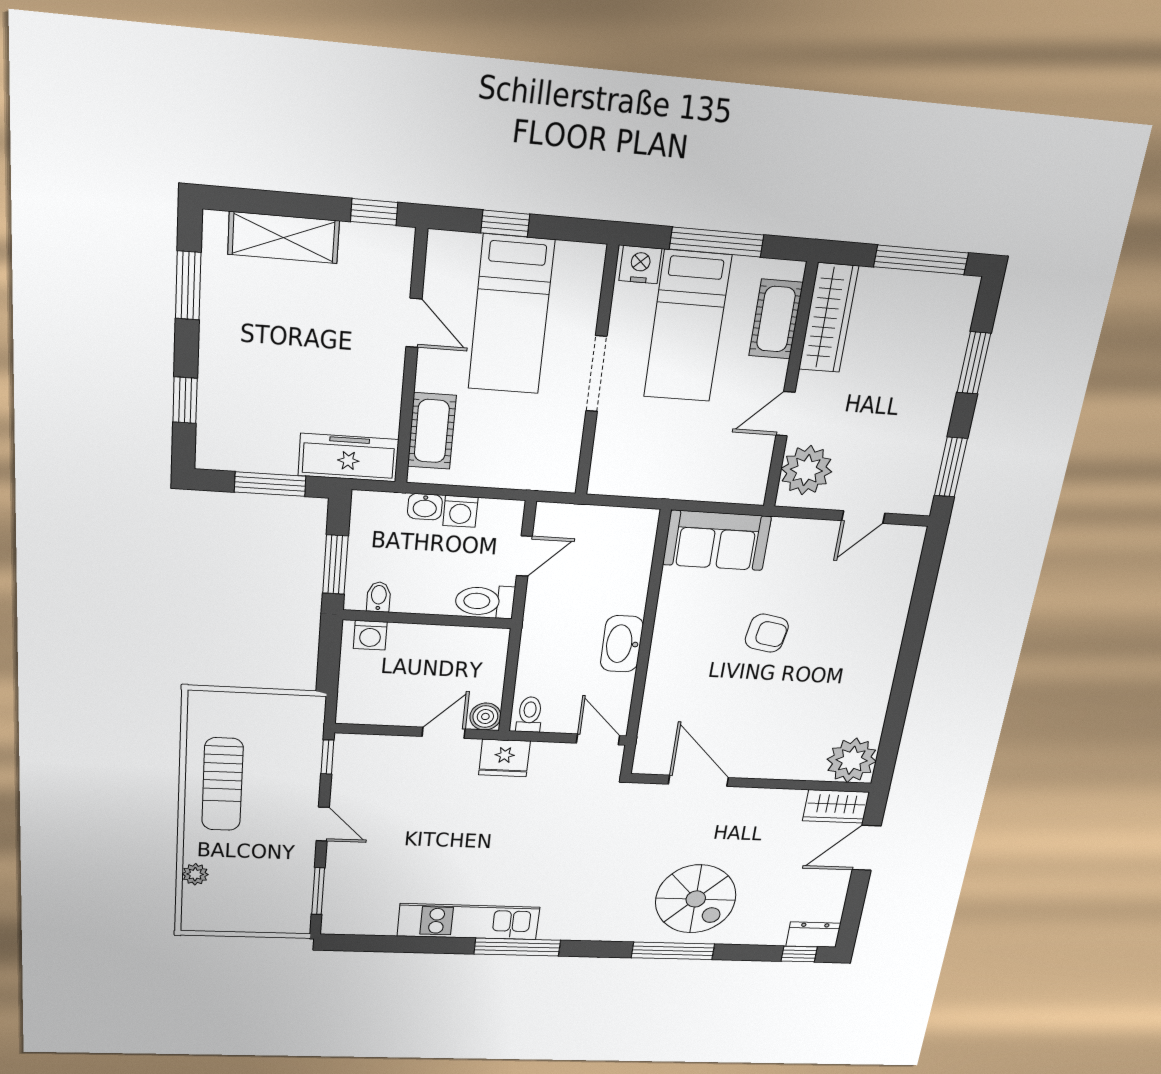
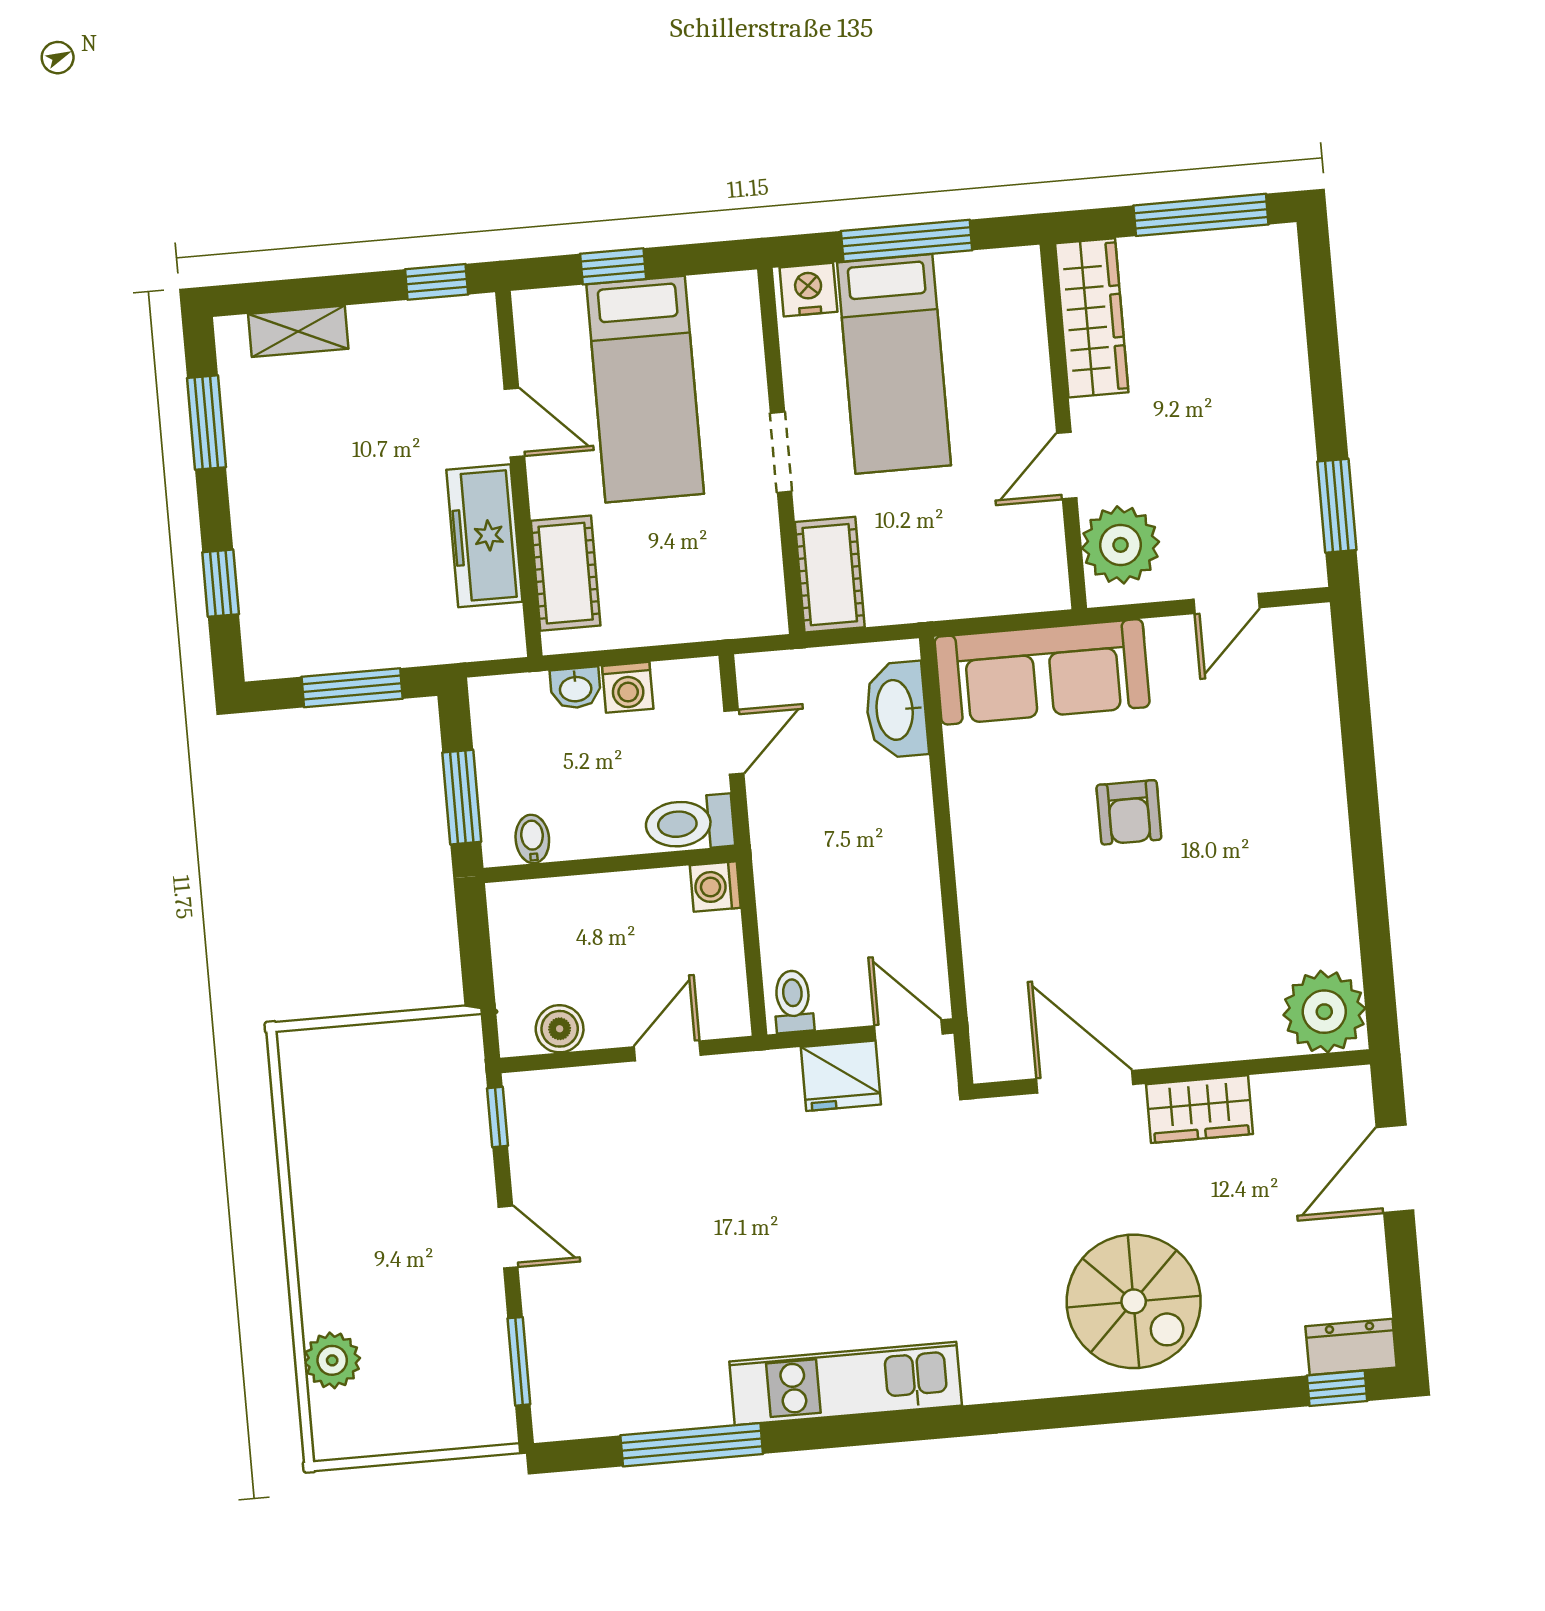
shelving: (284, 238) -> (298, 331), width x0.67, depth x0.75
cot: (776, 319) -> (830, 575), moved
window: (974, 363) -> (1323, 346), removed
doorway: (596, 374) -> (781, 452), width x0.73
freezer: (348, 458) -> (484, 536), moved, turned -90
sofa: (717, 540) -> (1042, 672), width x1.36
armchair: (767, 633) -> (1129, 812), turned 80
washing machine: (370, 635) -> (715, 887), moved, turned 90
washbasin: (622, 644) -> (896, 710), moved
boiler: (485, 716) -> (560, 1029), moved
fridge: (504, 758) -> (841, 1076), moved
sun lounger: (223, 784) -> (346, 1186), removed
wardrobe: (836, 806) -> (1200, 1109), moved
plant: (195, 874) -> (332, 1360), width x1.38, depth x1.38
kitchen unit: (469, 922) -> (846, 1384), moved
window: (517, 947) -> (692, 1445), moved
window: (673, 951) -> (1120, 1407), removed

